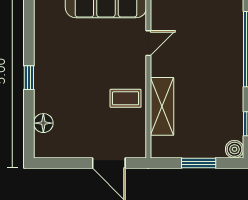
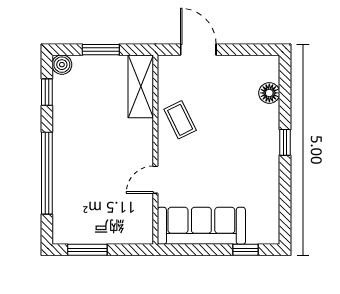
coffee table: (126, 98) -> (180, 120), turned 64
shelving: (162, 106) -> (141, 86), moved

